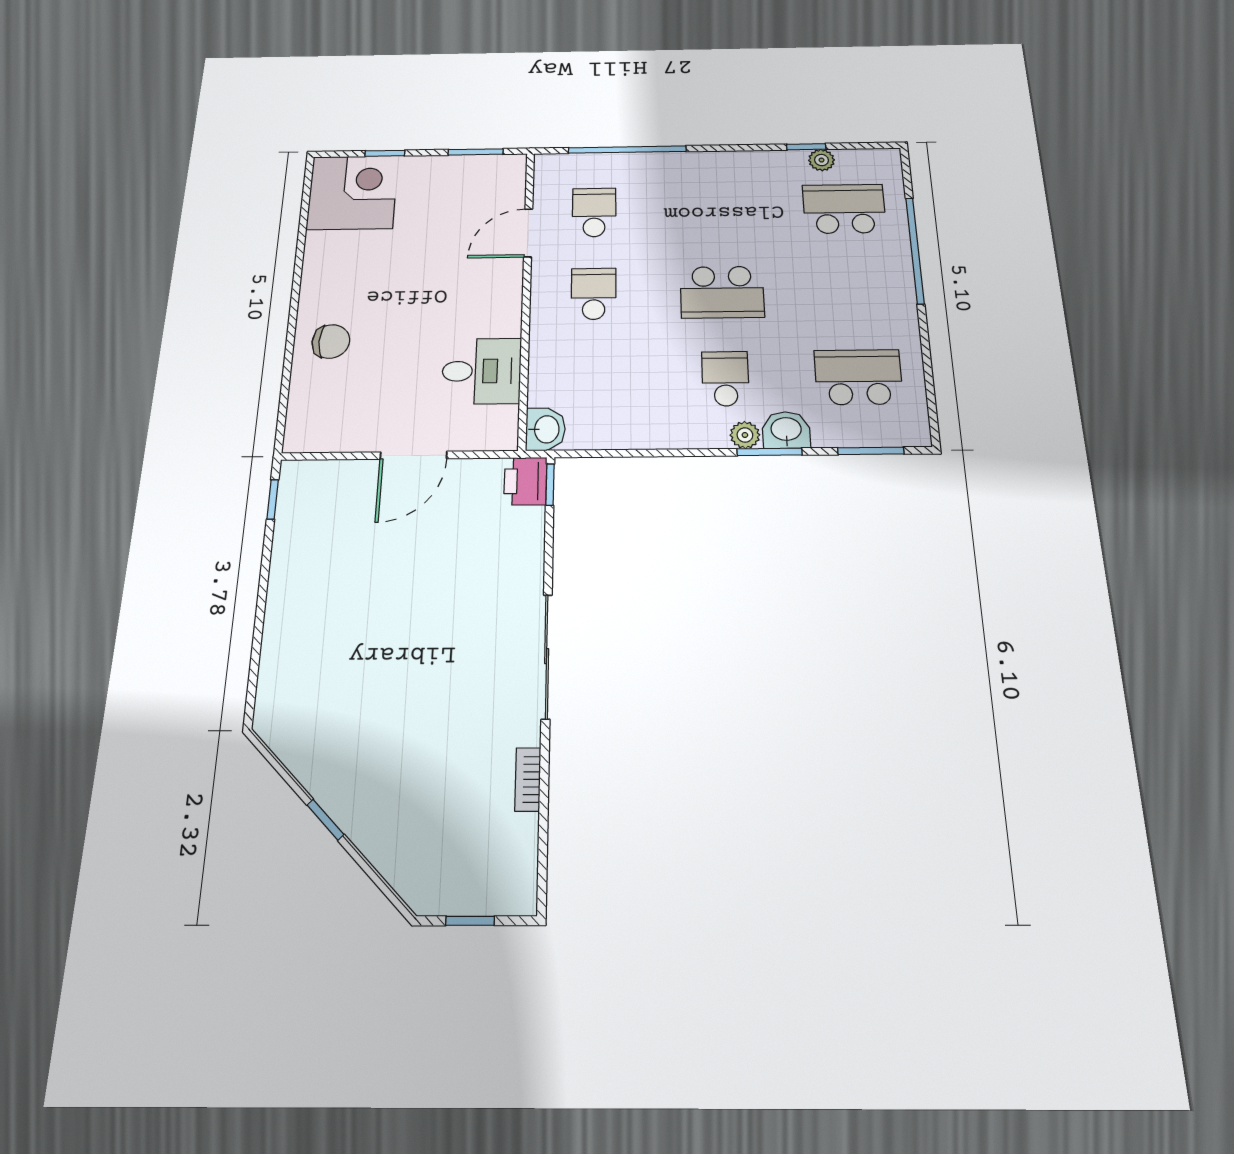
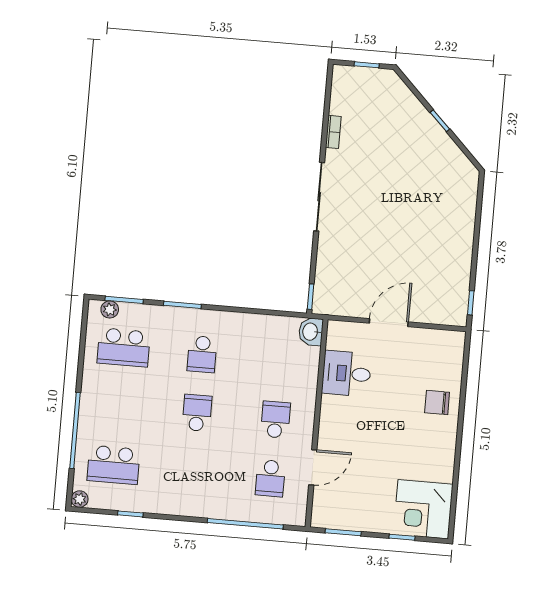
plant: (821, 160) -> (80, 499), moved
school desk: (722, 292) -> (197, 413), width x0.54
school desk: (594, 294) -> (275, 420), turned 180
washbasin: (786, 430) -> (171, 318), removed
plant: (745, 435) -> (110, 309), moved
printer: (525, 481) -> (325, 300), removed

